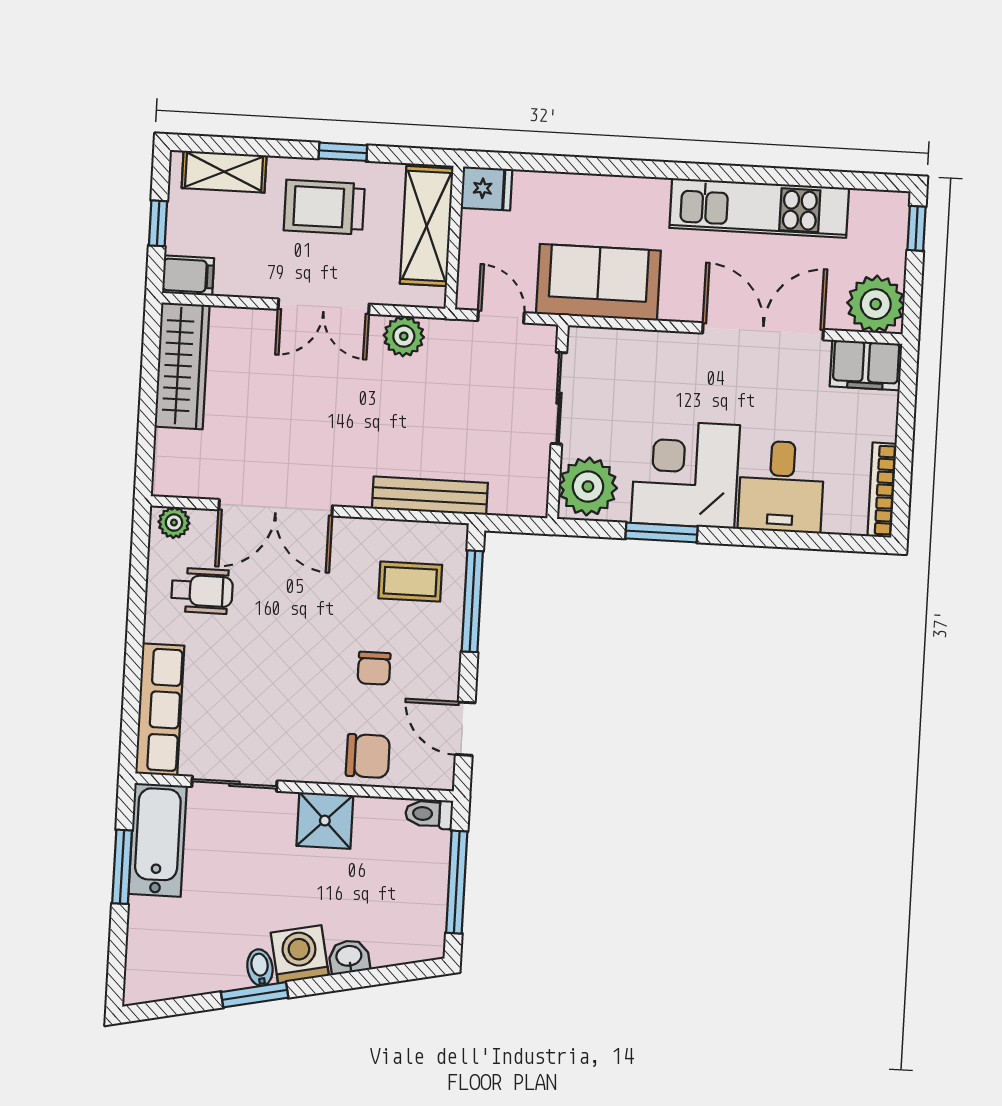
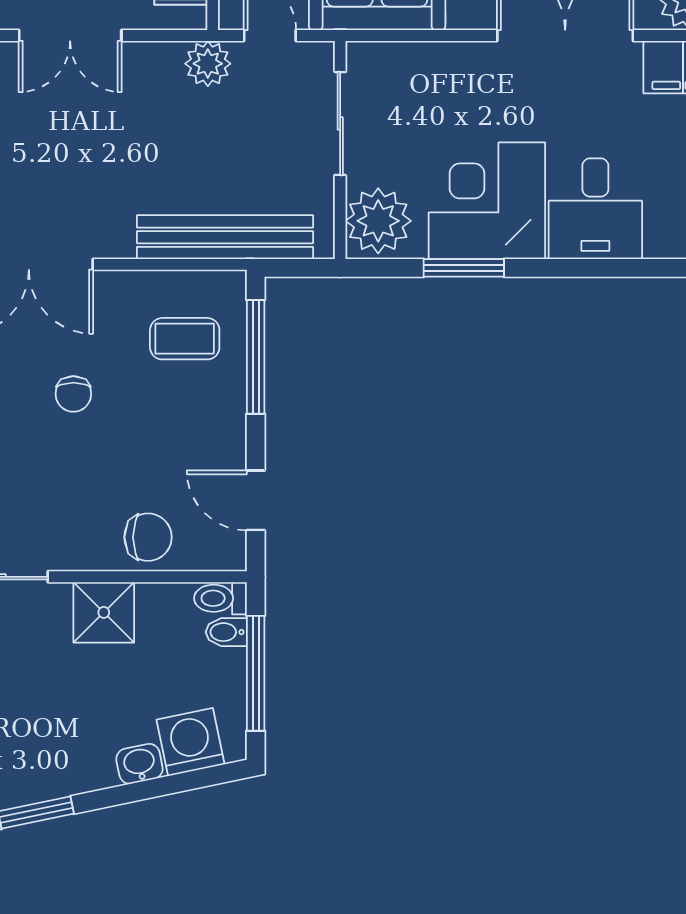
plant: (404, 336) -> (208, 64), moved
bench: (430, 496) -> (225, 237), width x1.37, depth x1.21
chair: (374, 668) -> (73, 394), moved
washing machine: (300, 954) -> (190, 742), moved
bidet: (260, 968) -> (226, 632), moved, turned -78

